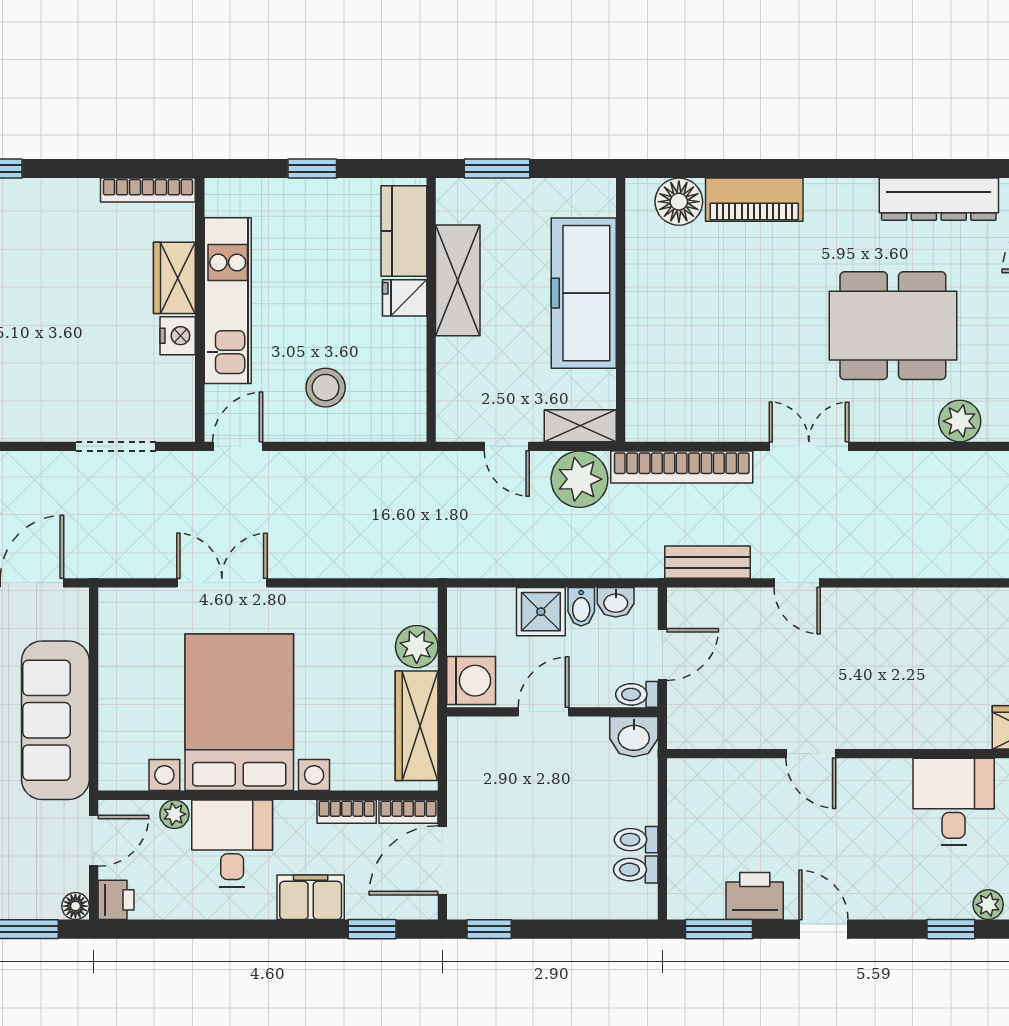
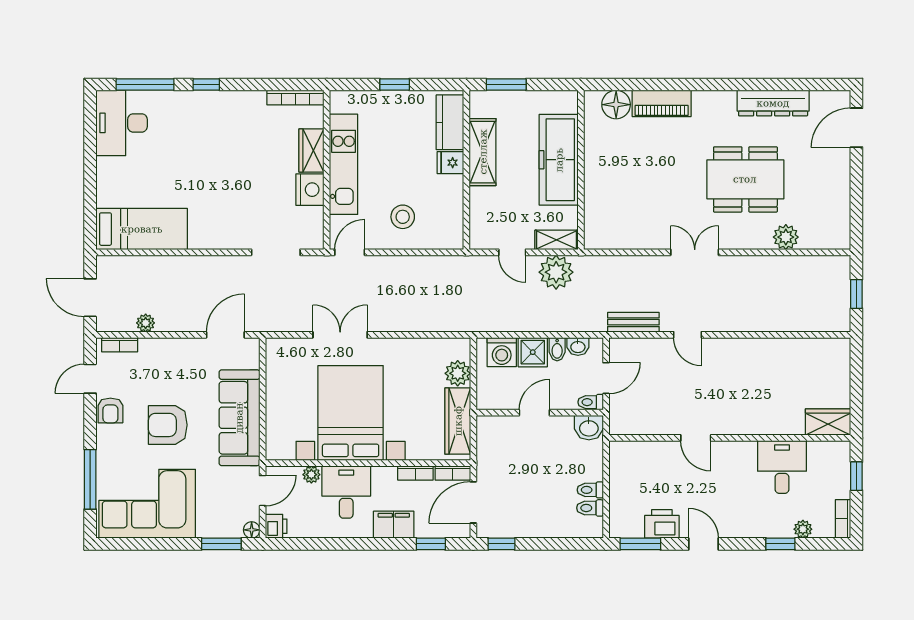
nightstand: (178, 336) -> (310, 190), width x1.36, depth x1.33
bookcase: (682, 467) -> (618, 265), removed
washing machine: (471, 681) -> (502, 352), moved, turned 90

